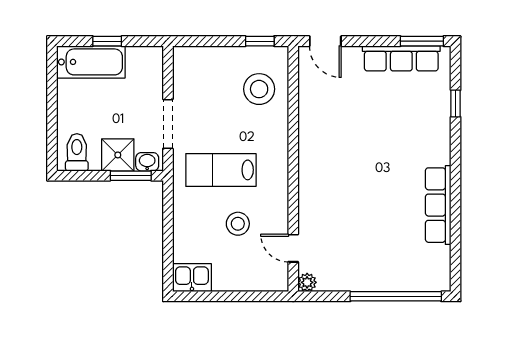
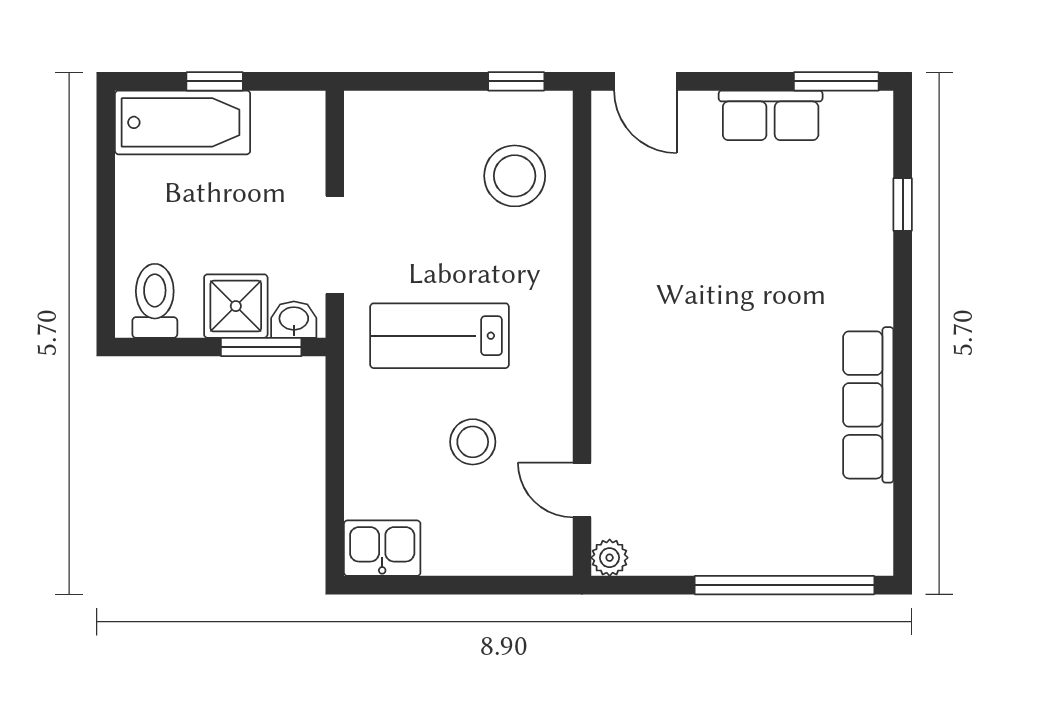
row of seats: (401, 58) -> (771, 115), width x0.68

